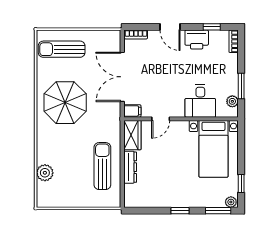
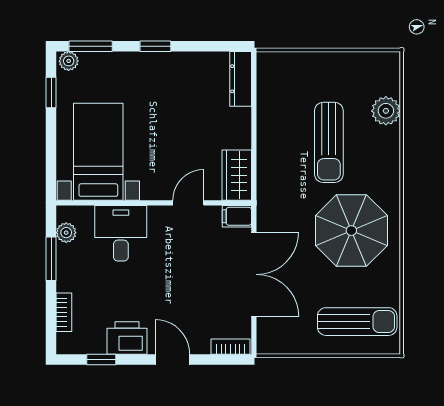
bookcase: (234, 41) -> (64, 312), moved
sun lounger: (102, 166) -> (329, 142), moved
dresser: (130, 167) -> (241, 79), moved

